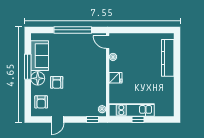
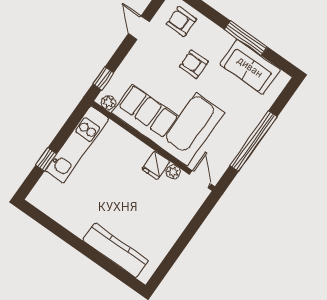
door: (108, 42) -> (200, 179), hinge flipped
floor lamp: (38, 78) -> (219, 41), removed
corner sofa: (87, 78) -> (168, 113), added
fridge: (116, 78) -> (156, 165), moved
window: (138, 119) -> (46, 159), moved

